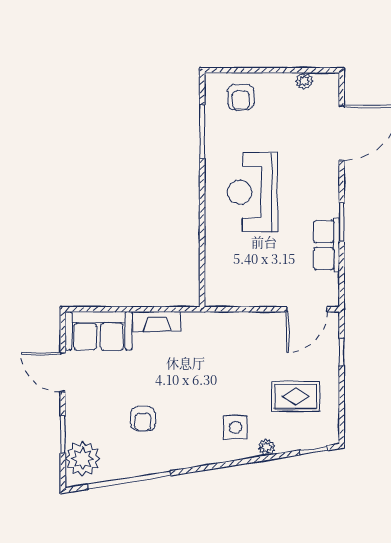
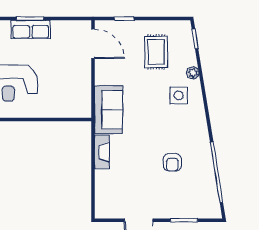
row of seats: (327, 245) -> (31, 29), moved
sofa: (98, 331) -> (109, 110), moved
armchair: (143, 419) -> (172, 162), turned 90
plant: (83, 459) -> (201, 206), removed

